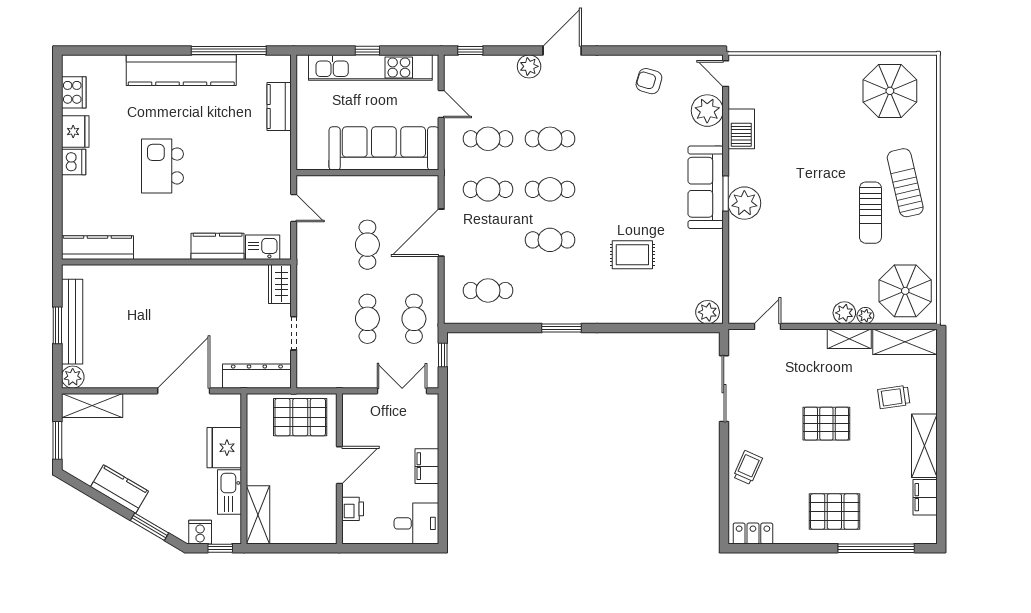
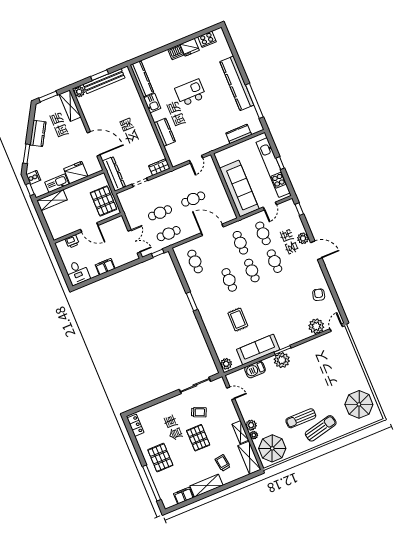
barbecue: (741, 129) -> (255, 369), moved
sofa: (706, 187) -> (258, 350), moved
kitchen sink: (263, 247) -> (152, 103), moved
trolley: (748, 468) -> (199, 412), moved

